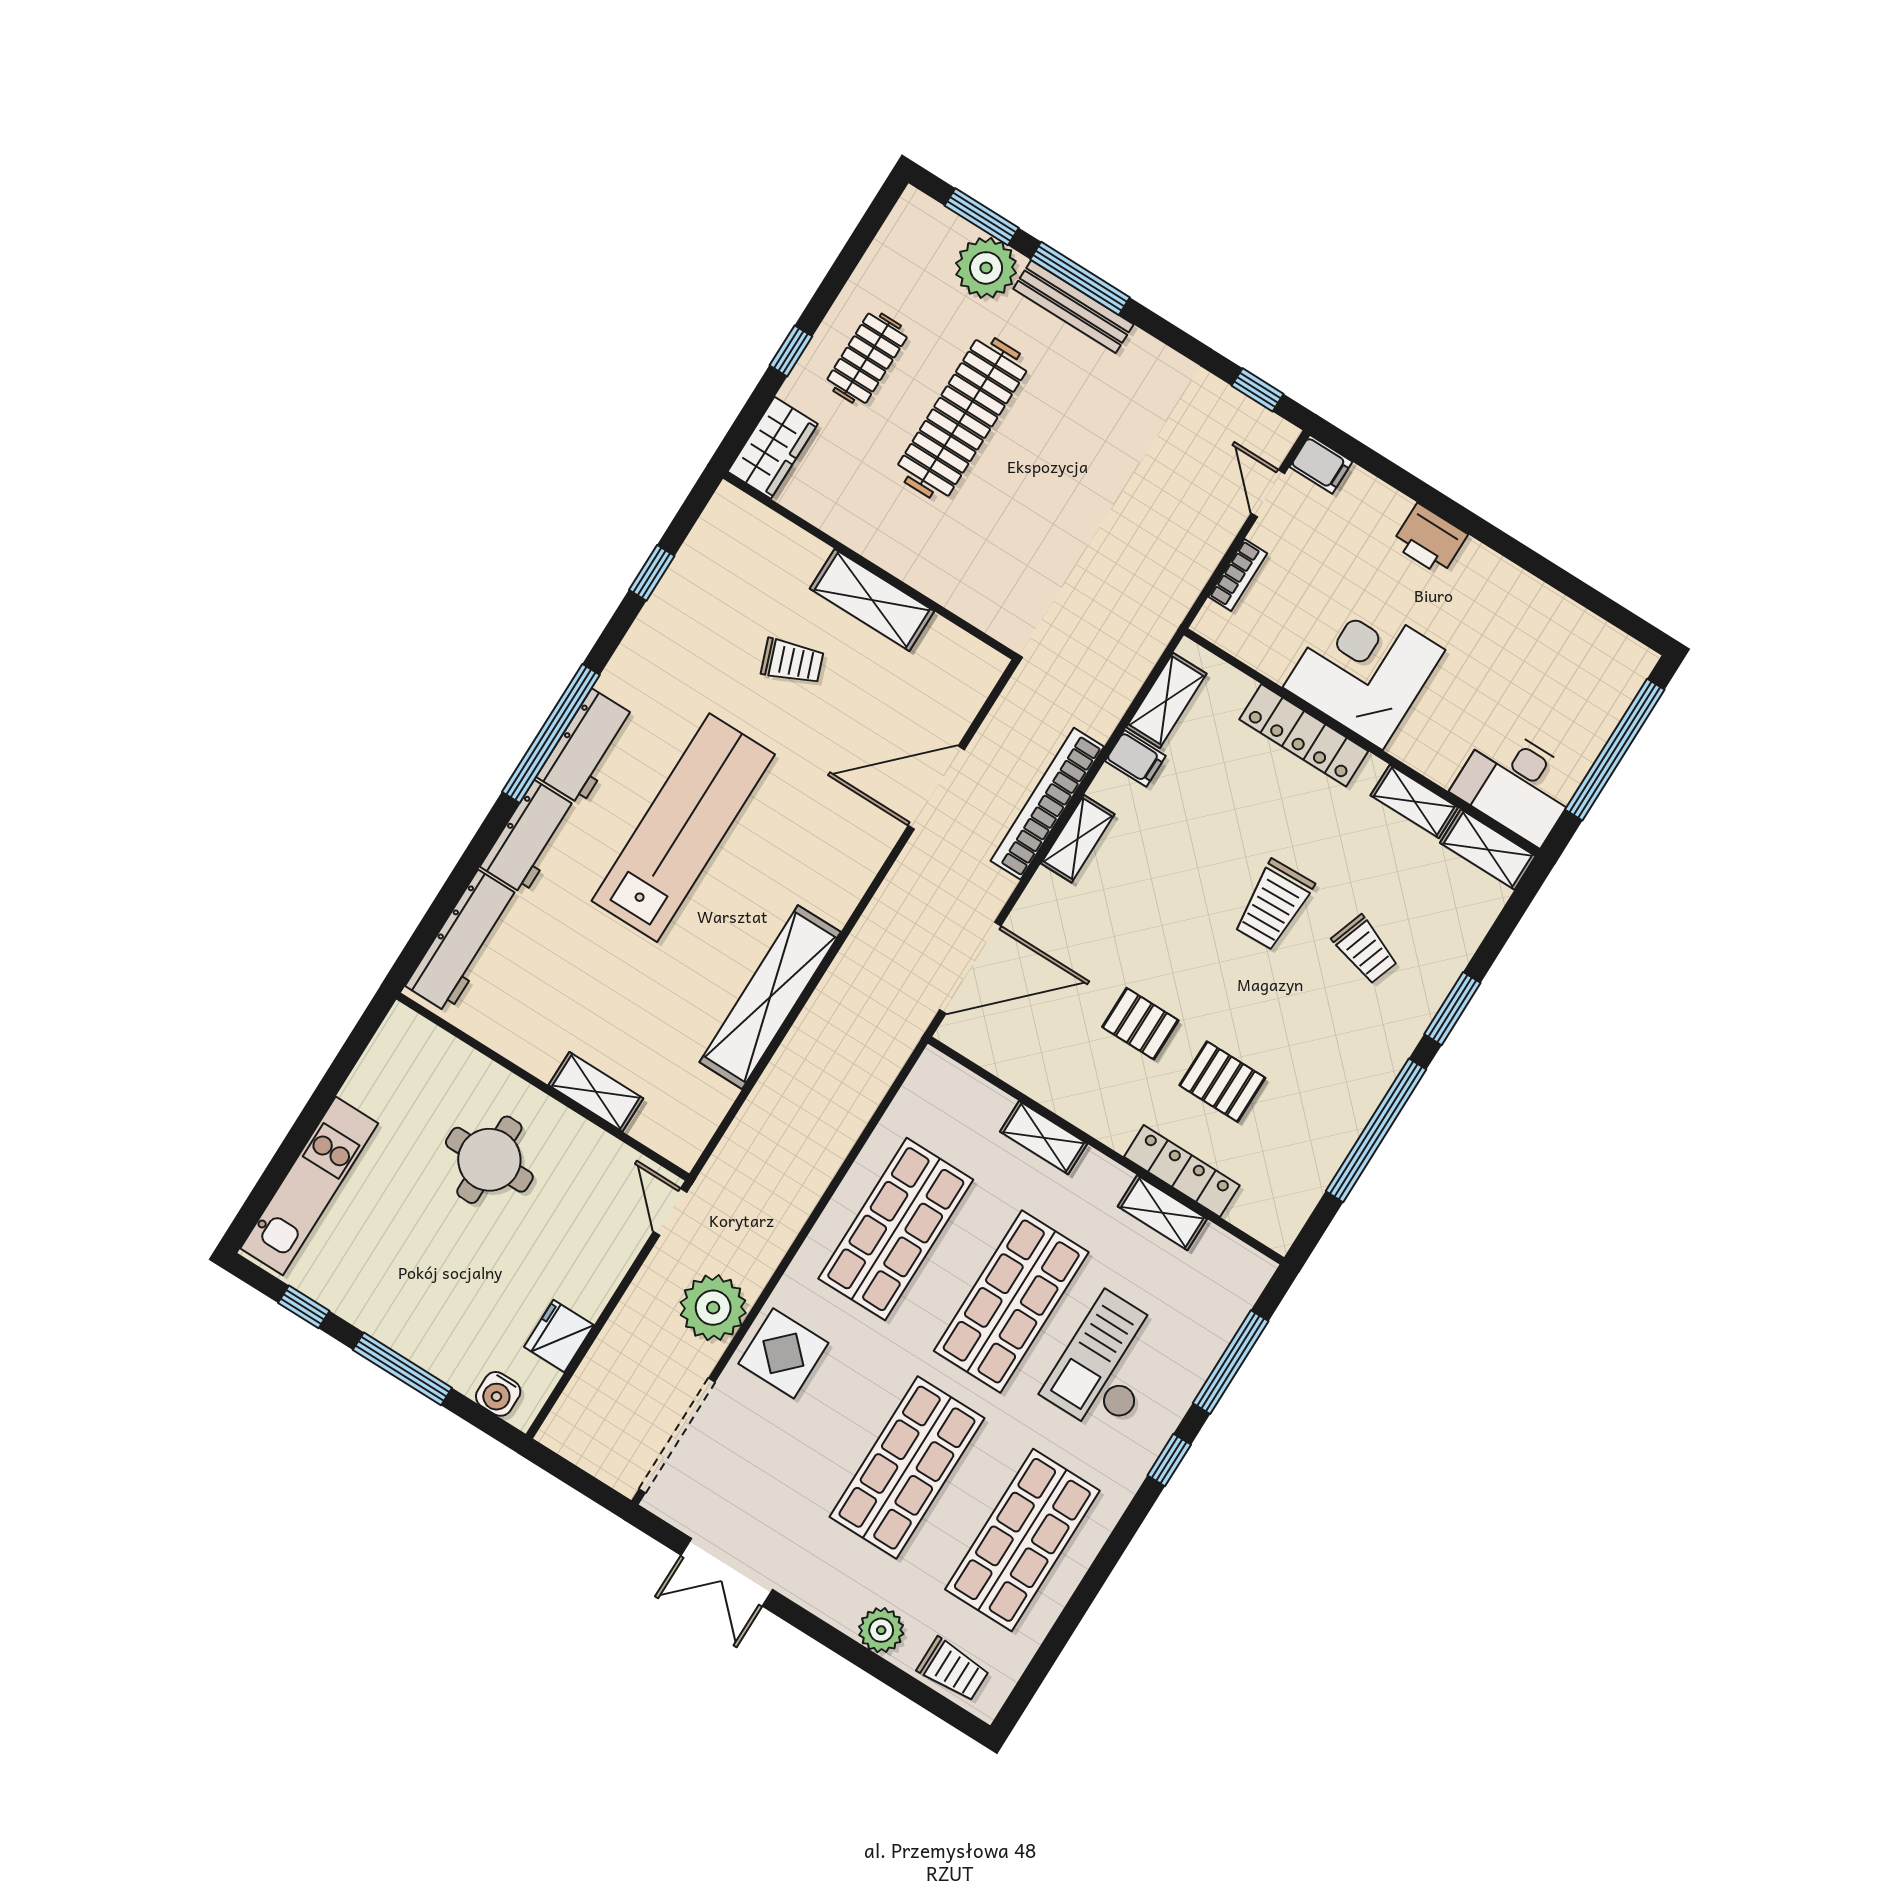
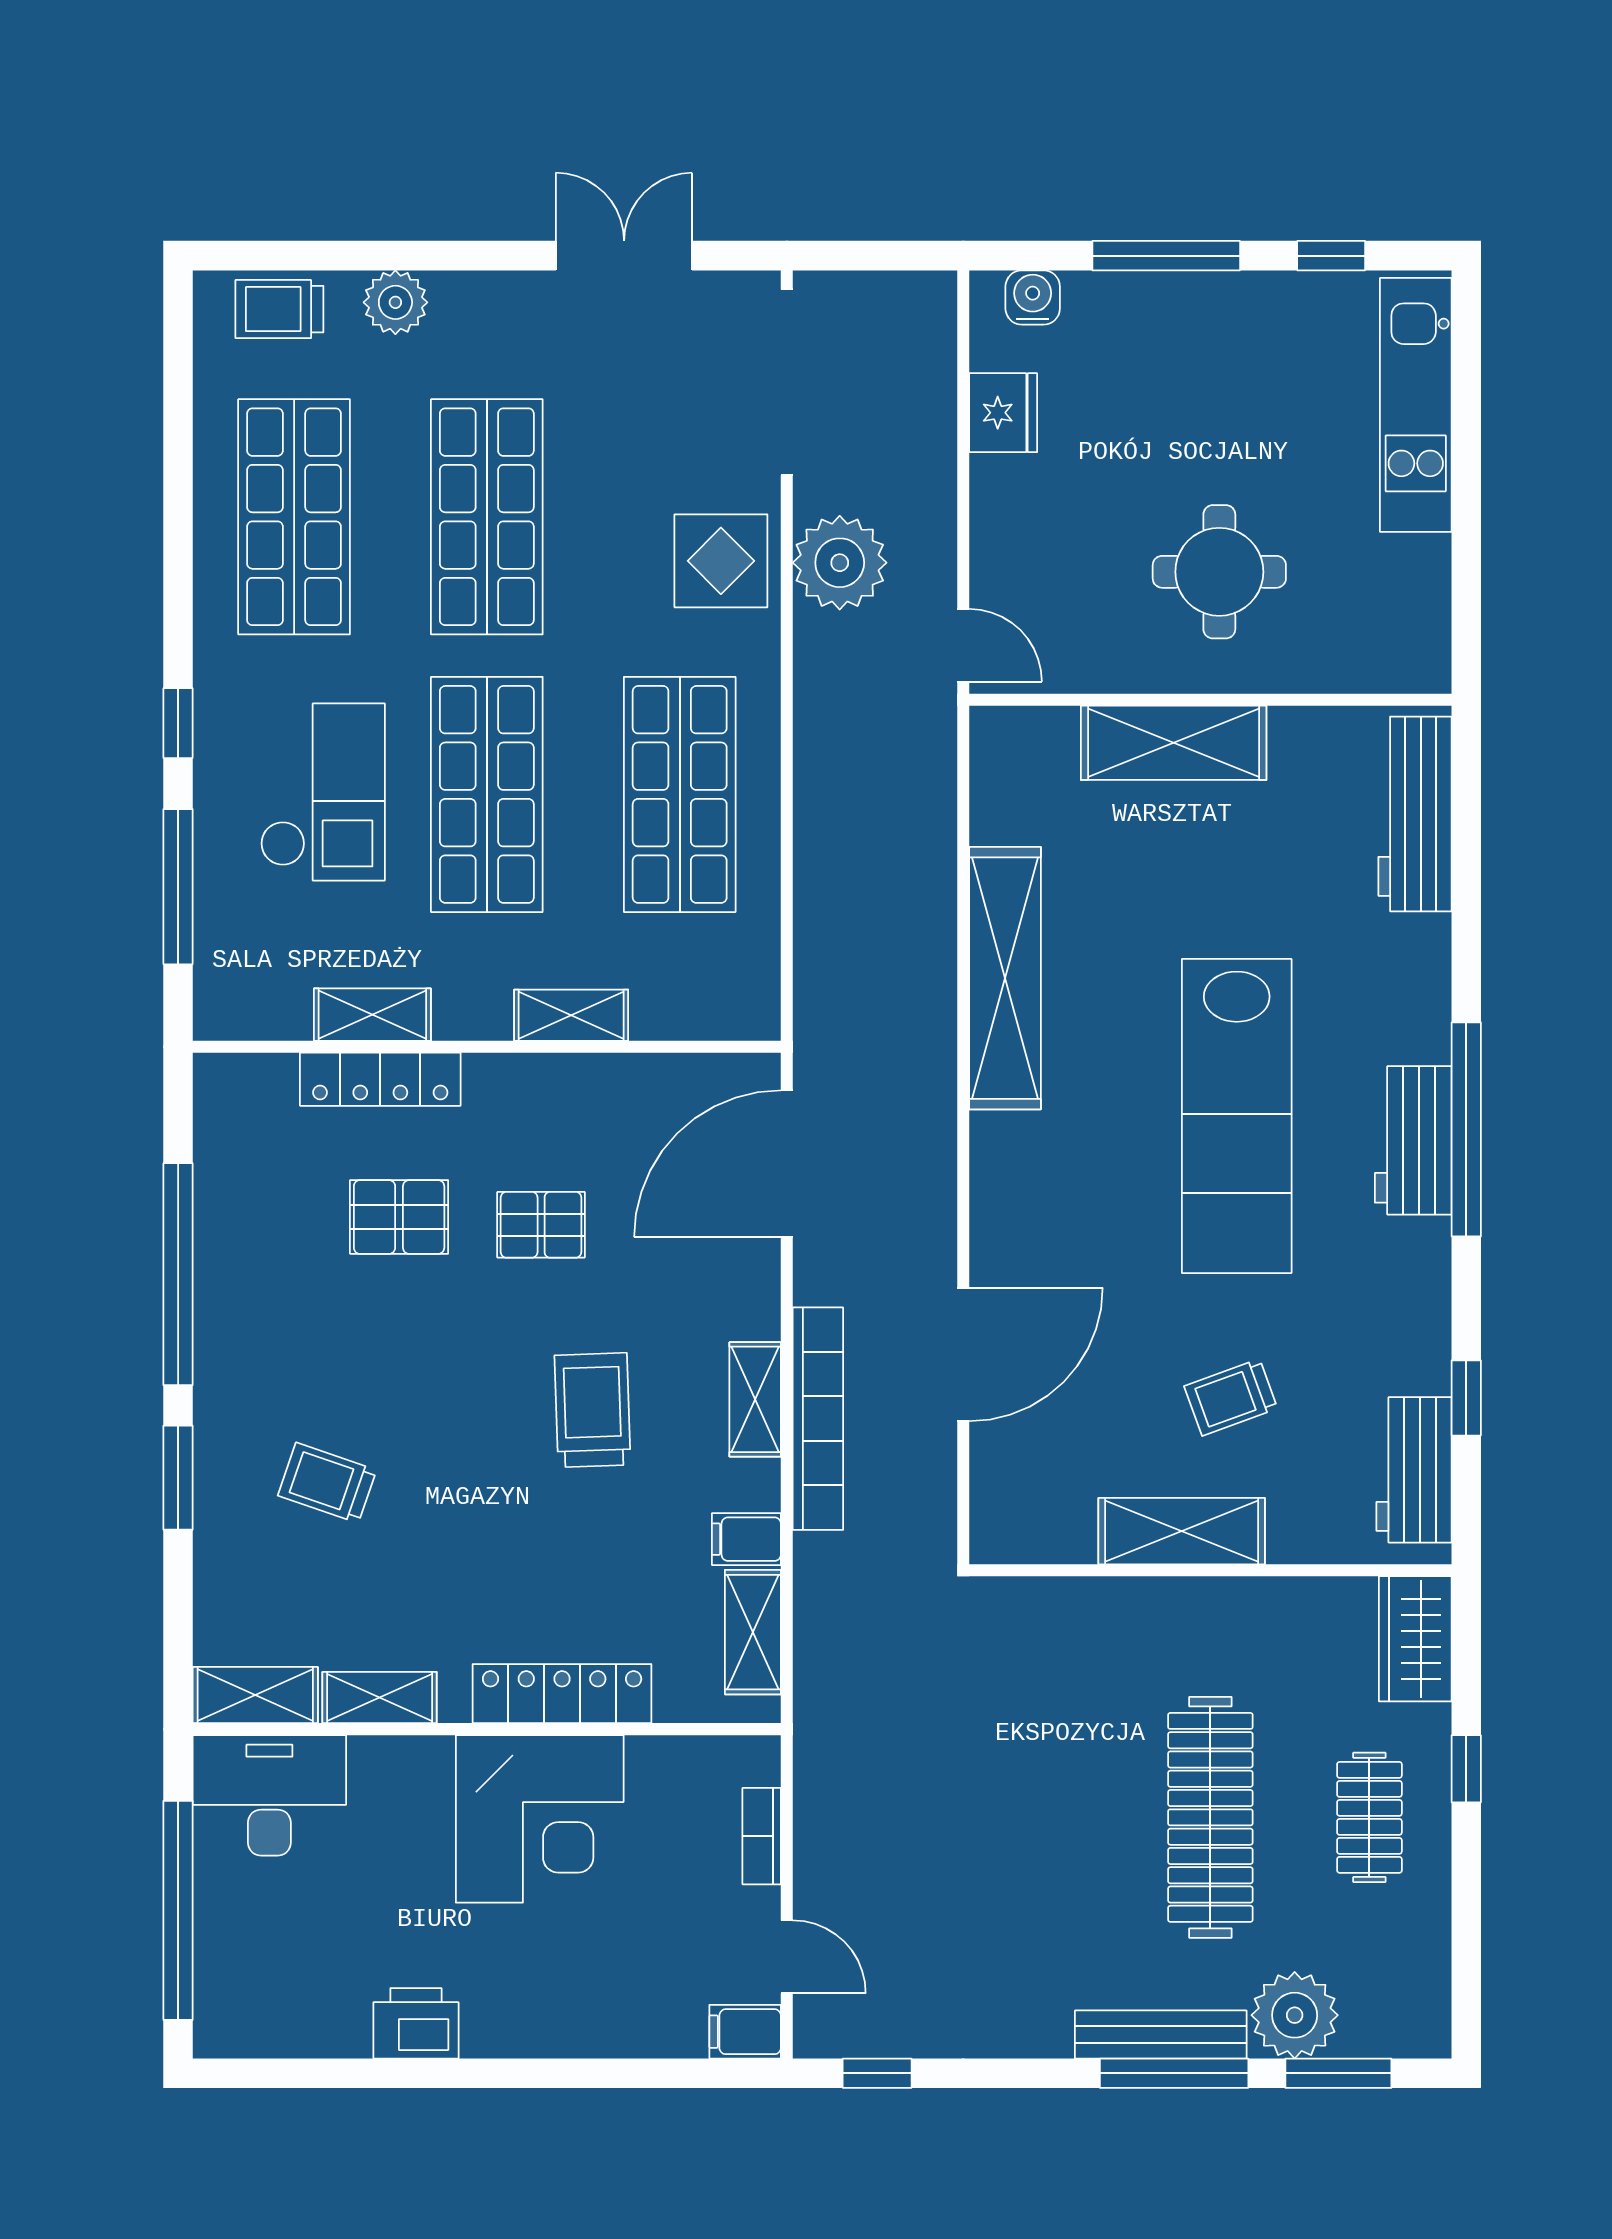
printer: (1430, 539) -> (416, 2023), moved
workbench: (529, 837) -> (1414, 1470), moved
trolley: (1274, 905) -> (593, 1410), moved
shelving: (596, 1092) -> (1174, 743), width x1.50, depth x1.33

